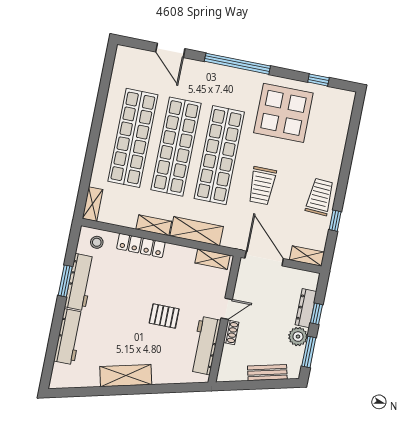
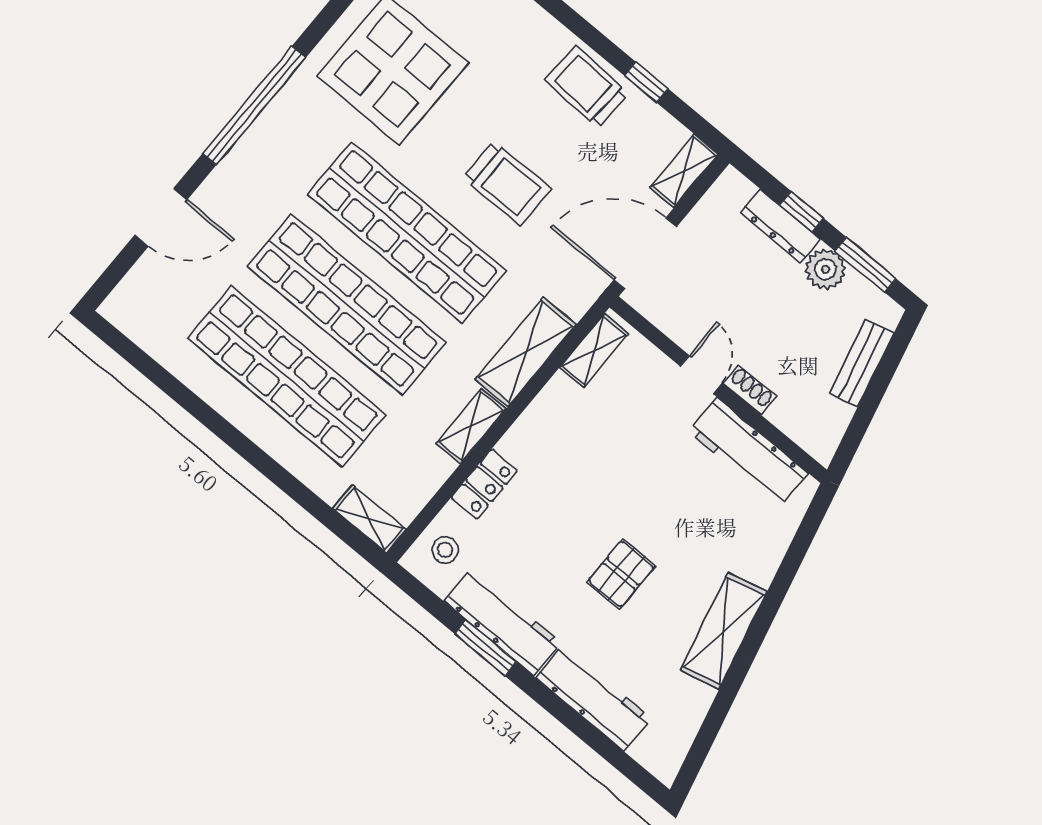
locker: (141, 245) -> (484, 484), width x0.66
pallet: (164, 316) -> (621, 574), moved

